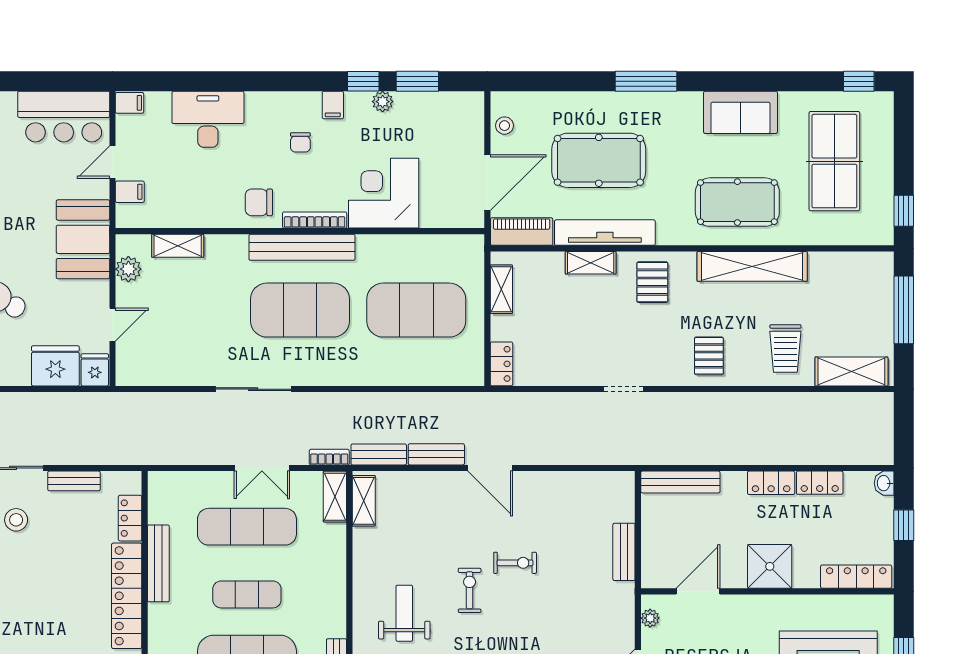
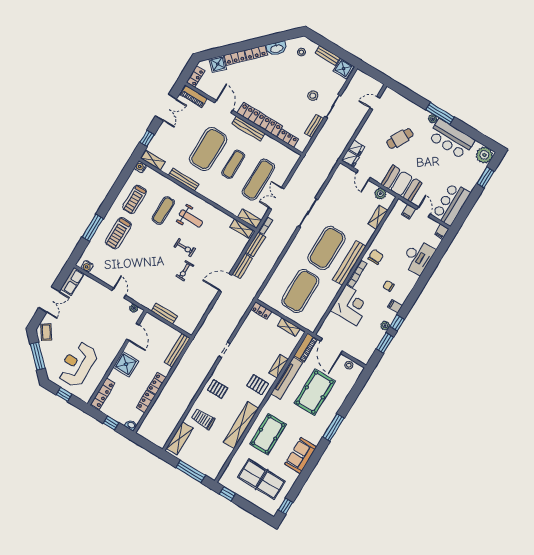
fridge: (55, 366) -> (357, 148), width x0.53, depth x0.75
bench: (158, 563) -> (248, 129), moved

